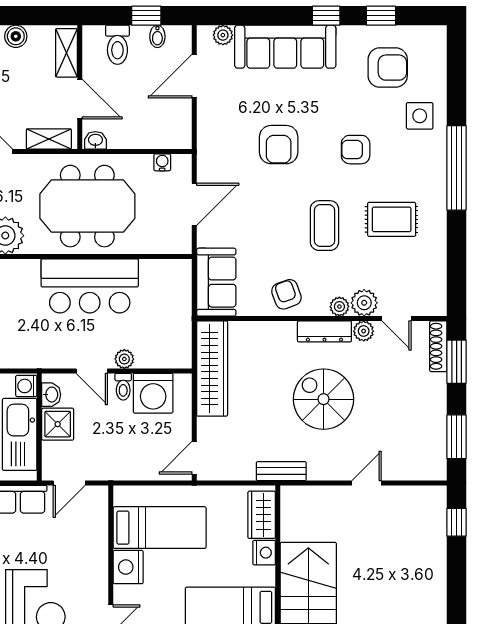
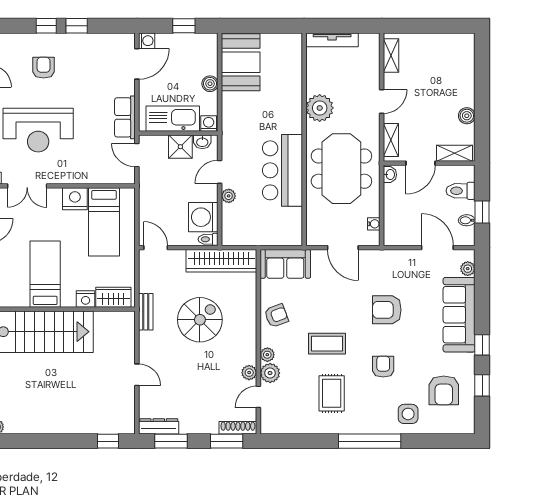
dresser: (324, 331) -> (159, 426), moved, turned 90
toilet: (123, 387) -> (208, 239), moved
spiral stairs: (323, 399) -> (200, 320), moved

